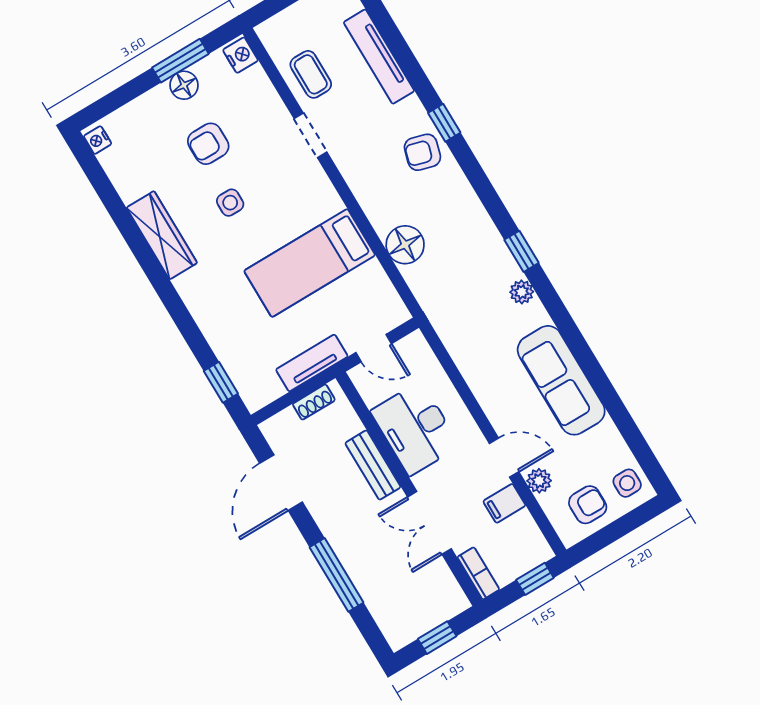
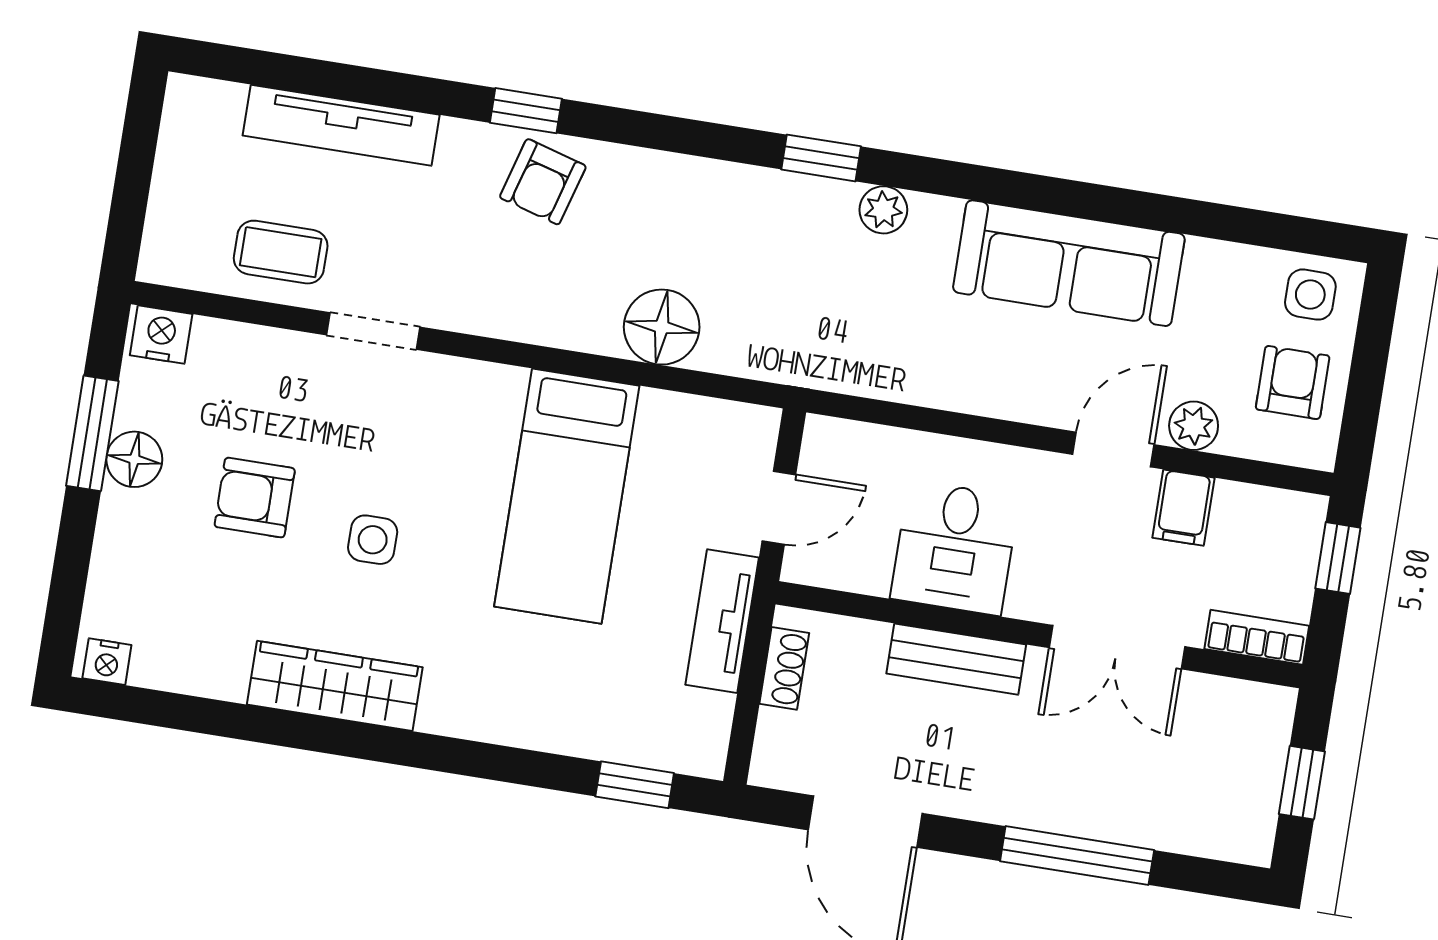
armchair: (208, 144) -> (255, 498), turned 90
desk: (415, 429) -> (955, 548), width x0.73

